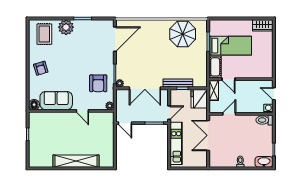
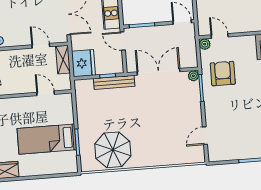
door: (115, 39) -> (205, 136), width x0.53
cot: (215, 67) -> (65, 108), removed
shelving: (214, 90) -> (63, 60), moved
door: (82, 111) -> (220, 36), moved
door: (169, 113) -> (123, 41), hinge flipped
door: (229, 114) -> (41, 46), swing flipped

